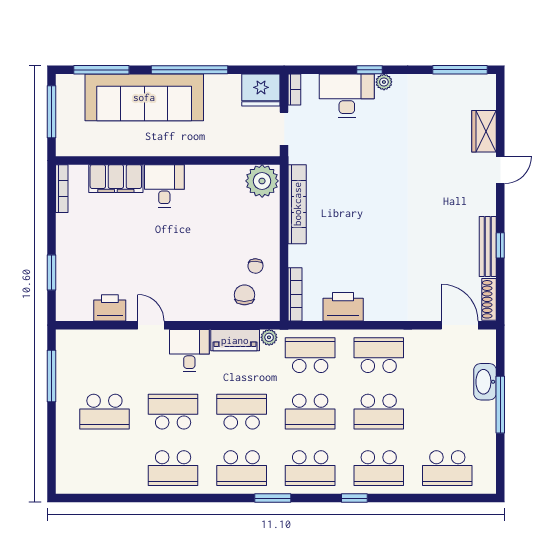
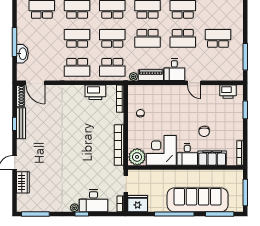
corner desk: (215, 194) -> (161, 150), added
chair: (244, 295) -> (204, 131), moved
printer: (110, 308) -> (228, 92), moved

